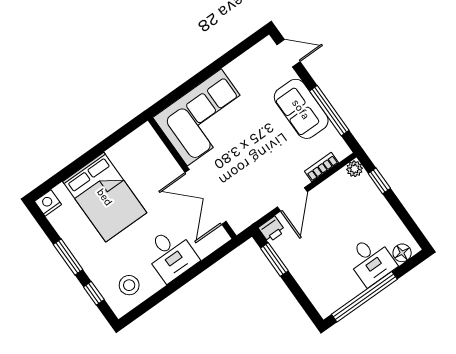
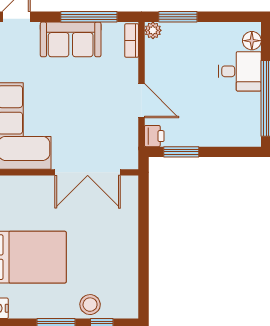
bookcase: (322, 167) -> (132, 41), moved
window: (379, 181) -> (178, 17), width x1.50
desk: (171, 254) -> (115, 236), removed
stool: (129, 285) -> (90, 305), moved

